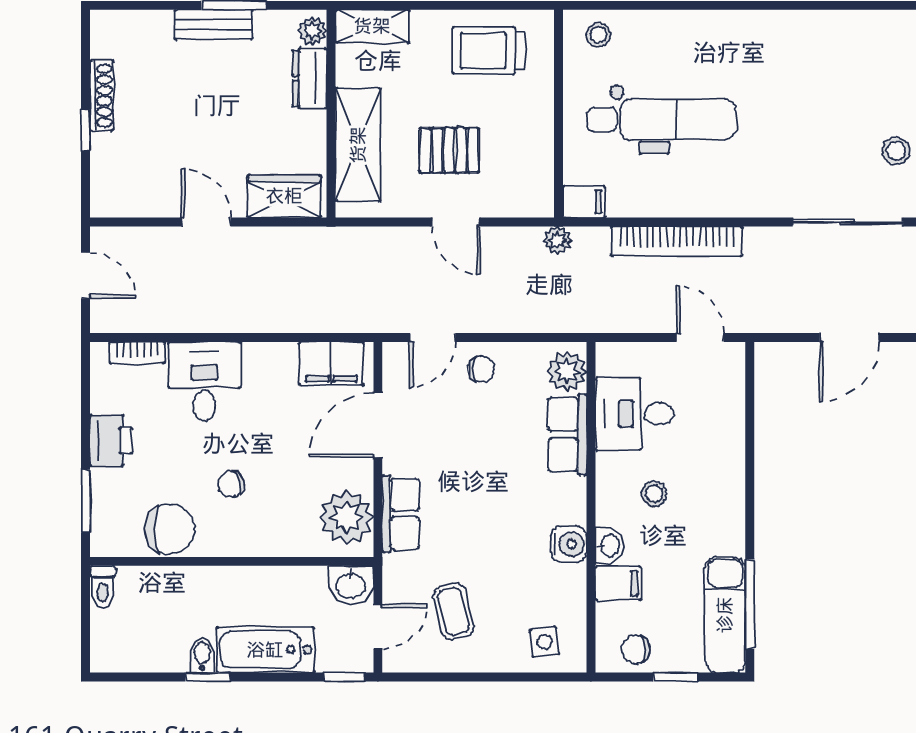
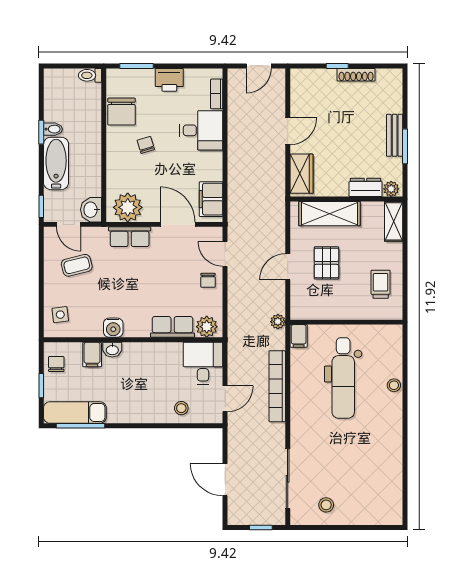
stool: (598, 35) -> (394, 385), moved
trolley: (488, 50) -> (381, 284), width x0.73, depth x0.72
desk: (635, 414) -> (203, 363), moved
stool: (654, 494) -> (181, 408), moved

